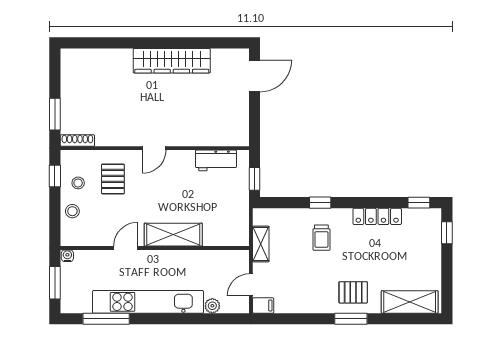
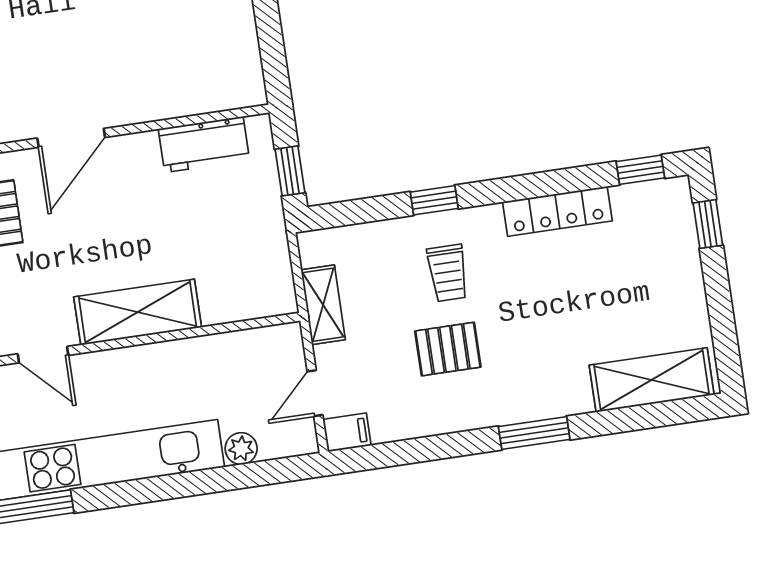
door: (154, 148) -> (71, 138), width x1.38
door: (126, 248) -> (43, 355), swing flipped
pallet: (353, 292) -> (448, 349), moved

